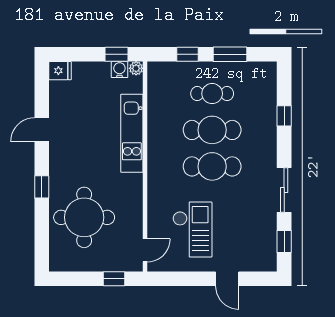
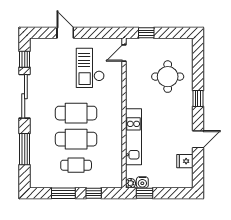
fridge: (60, 71) -> (185, 161), moved
window: (284, 116) -> (25, 149), width x2.17
sliding door: (284, 190) -> (25, 96), width x1.37
round table: (84, 217) -> (168, 77), width x0.73, depth x0.73

